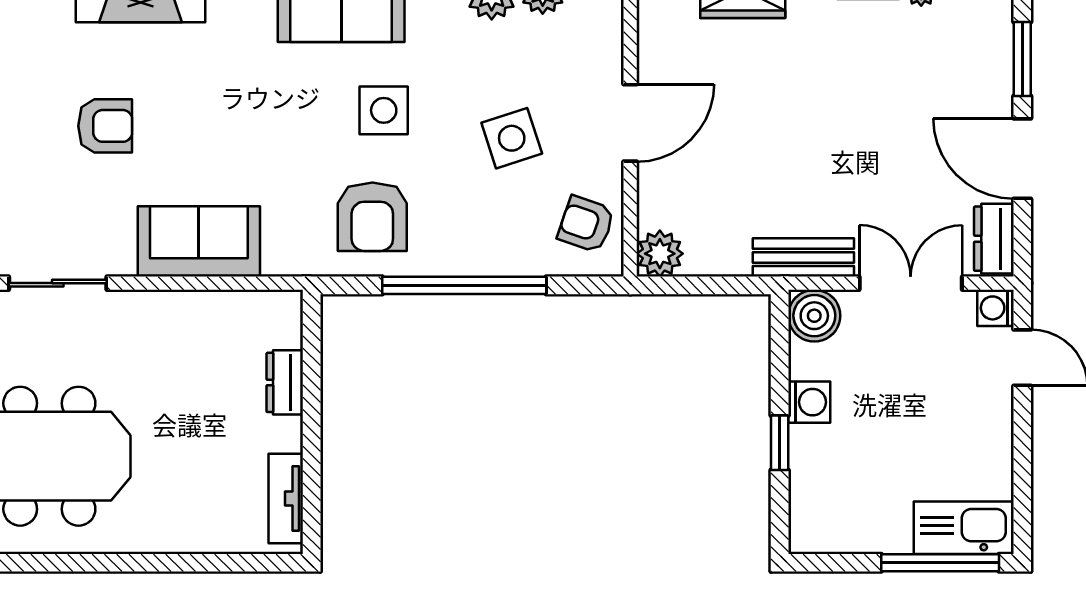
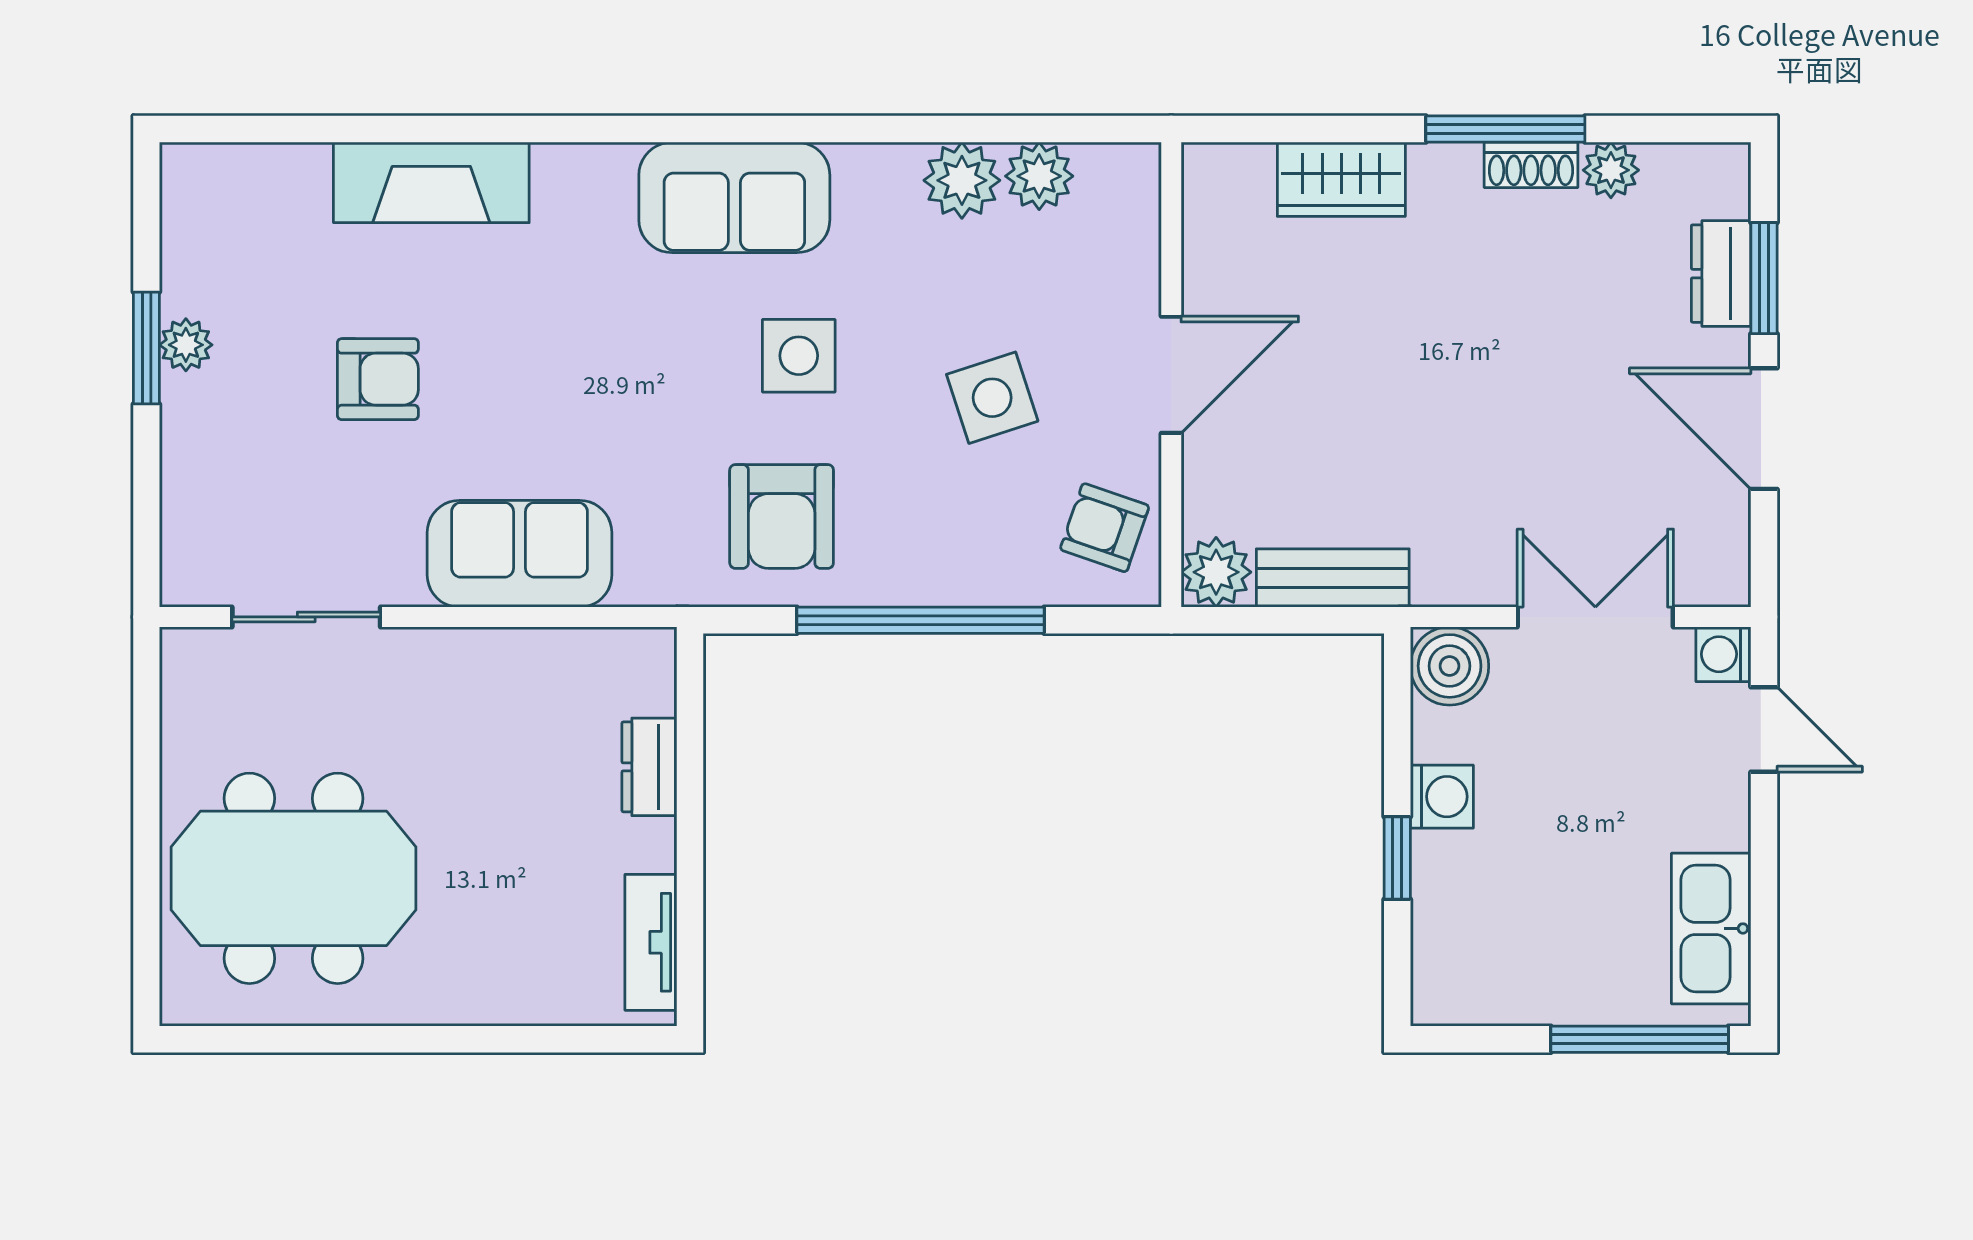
dresser: (994, 239) -> (1721, 274), moved
bench: (803, 257) -> (1333, 578), moved
kitchen sink: (964, 528) -> (1711, 928), moved, turned -90

